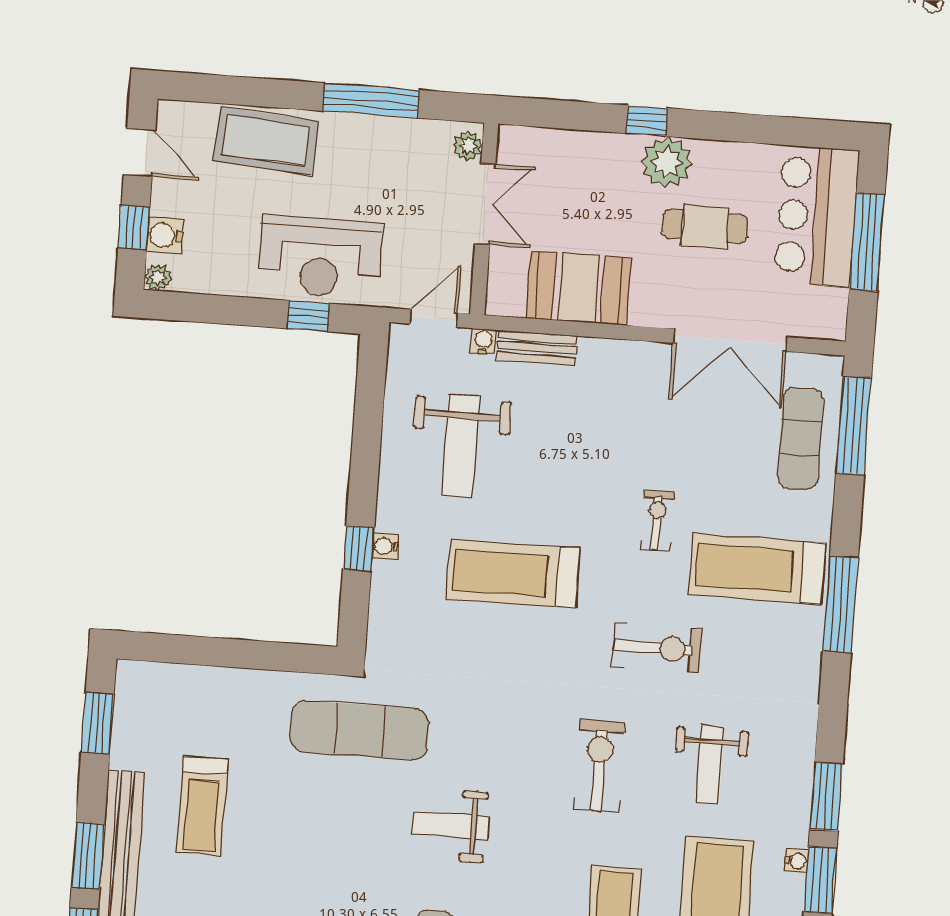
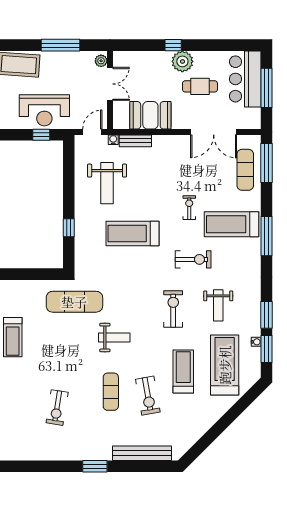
water cooler: (385, 546) -> (79, 226), removed
weight bench: (450, 825) -> (114, 338), turned 180

